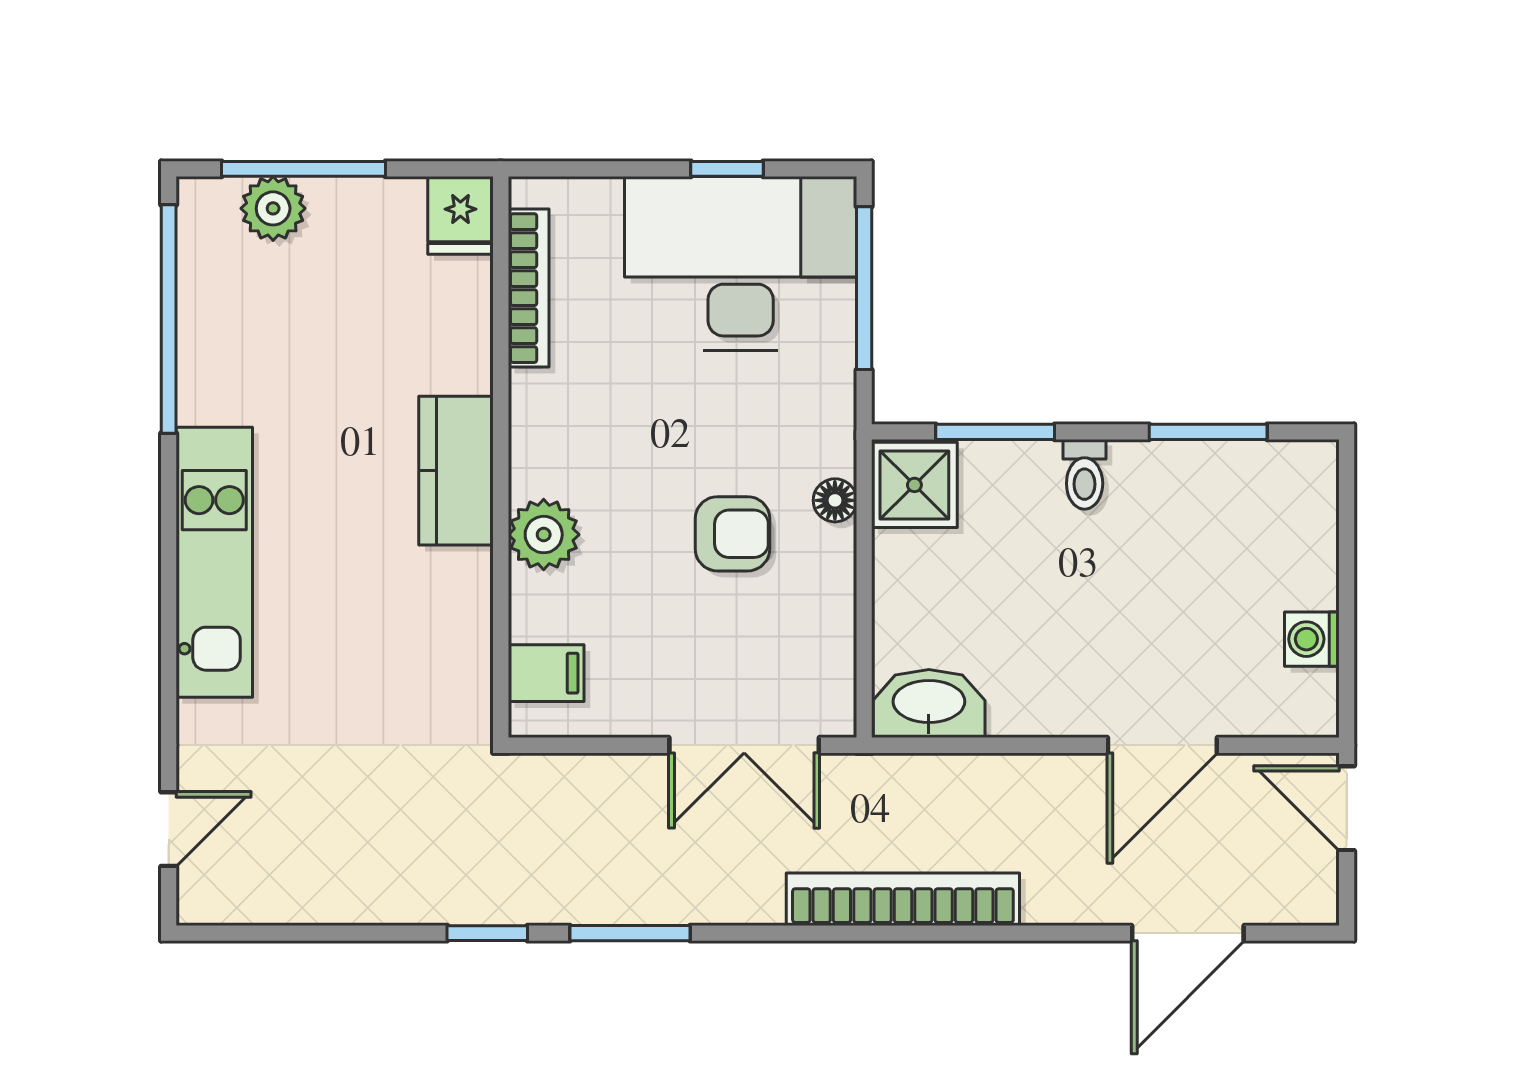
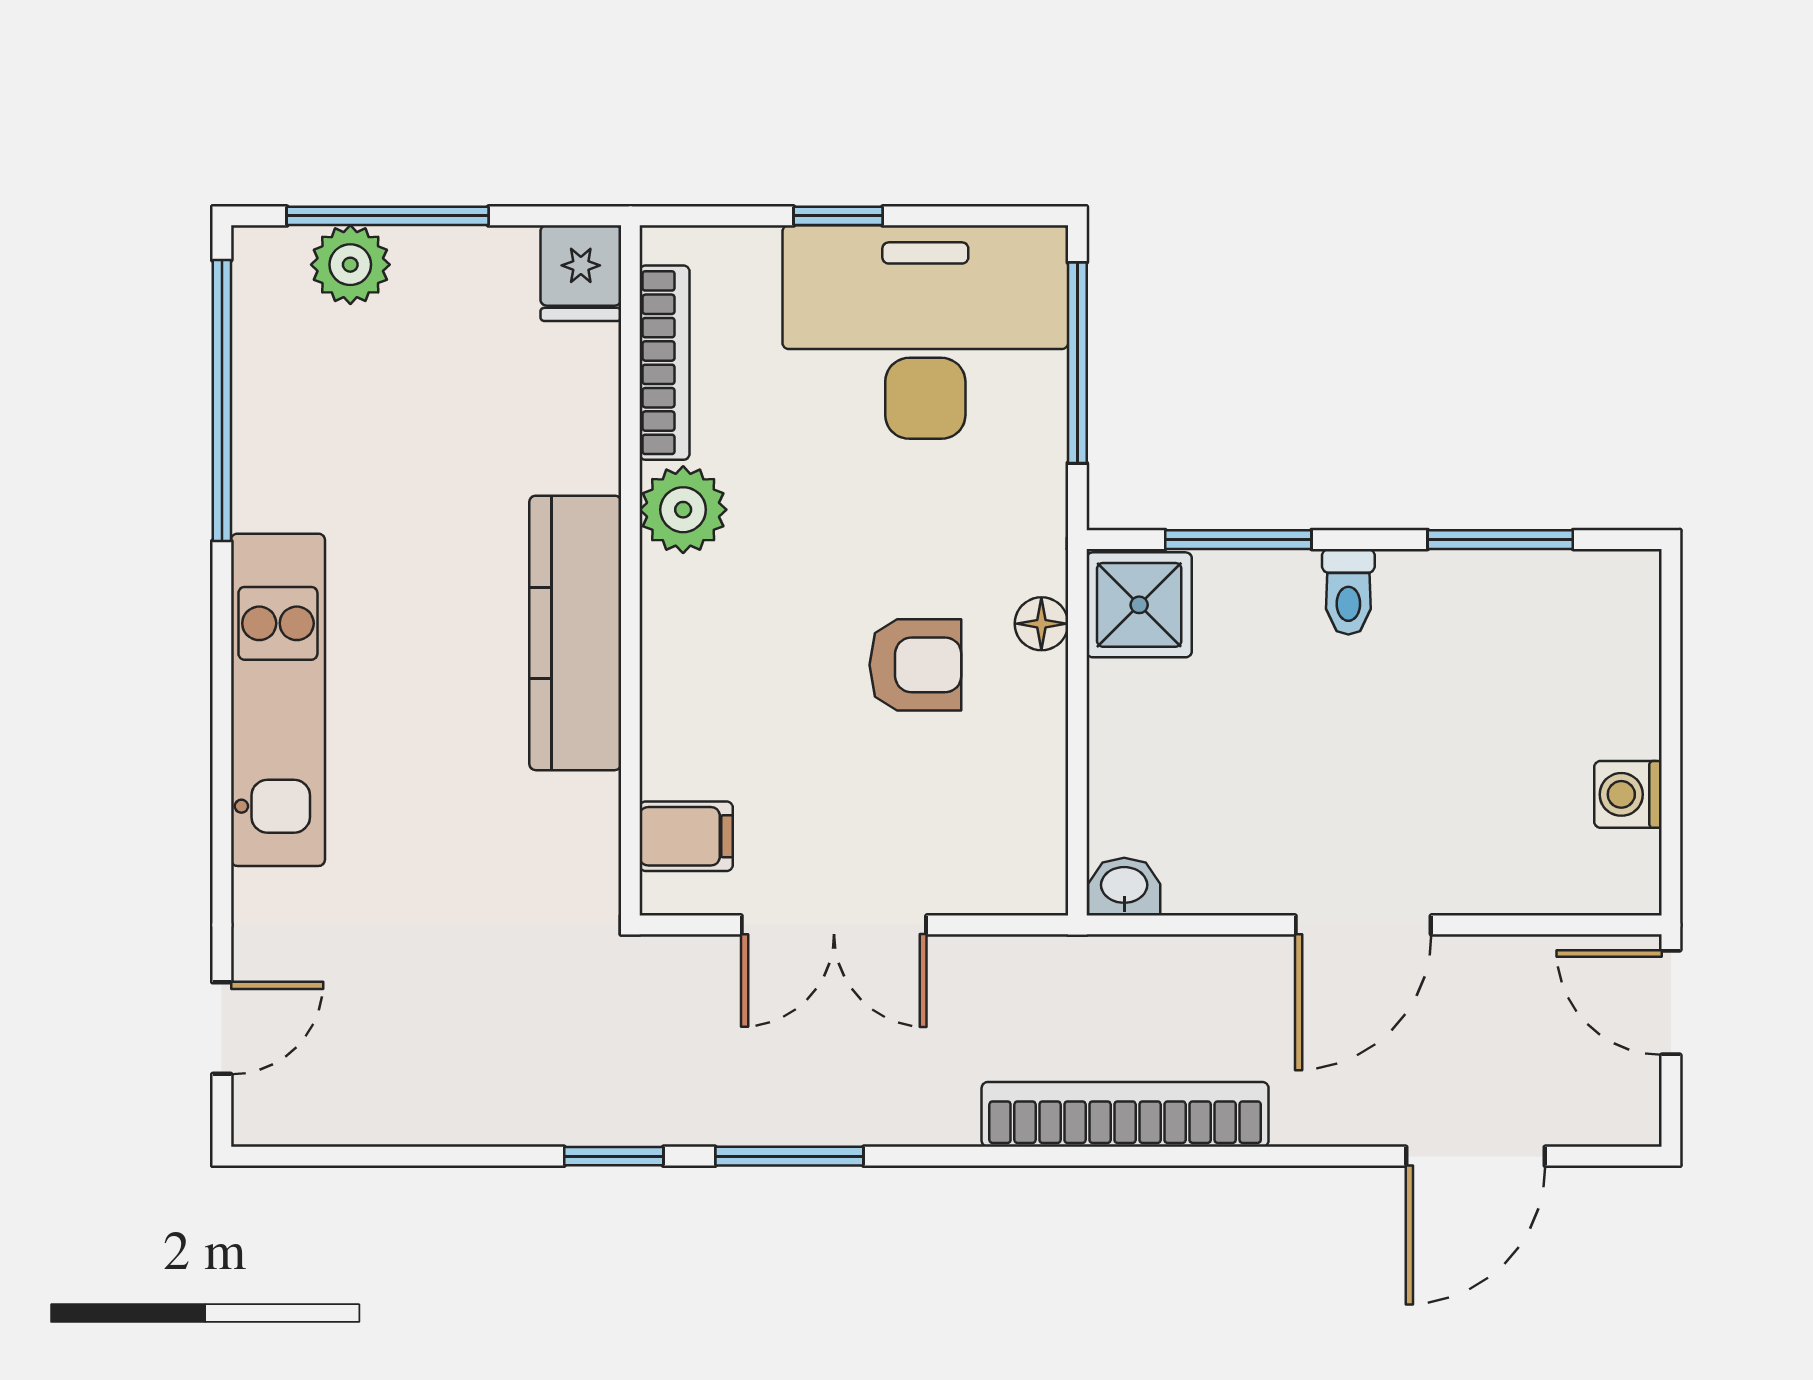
window: (727, 169) -> (838, 216), moved
kitchen counter: (456, 471) -> (575, 633), width x1.50
plant: (544, 535) -> (683, 510), moved
washbasin: (929, 704) -> (1124, 887), width x0.52, depth x0.69
double door: (744, 745) -> (834, 925), moved
door: (1162, 745) -> (1363, 925), moved

